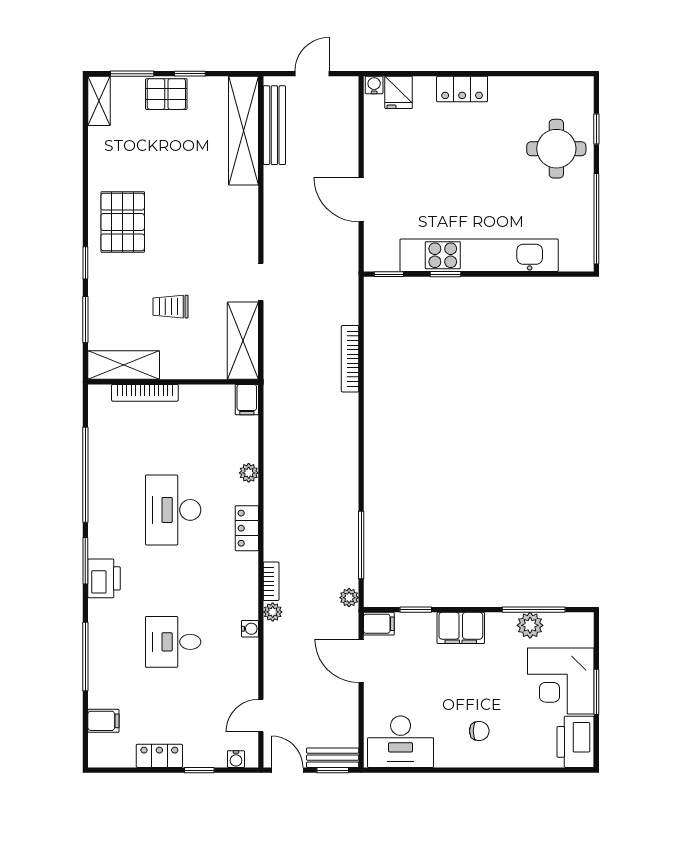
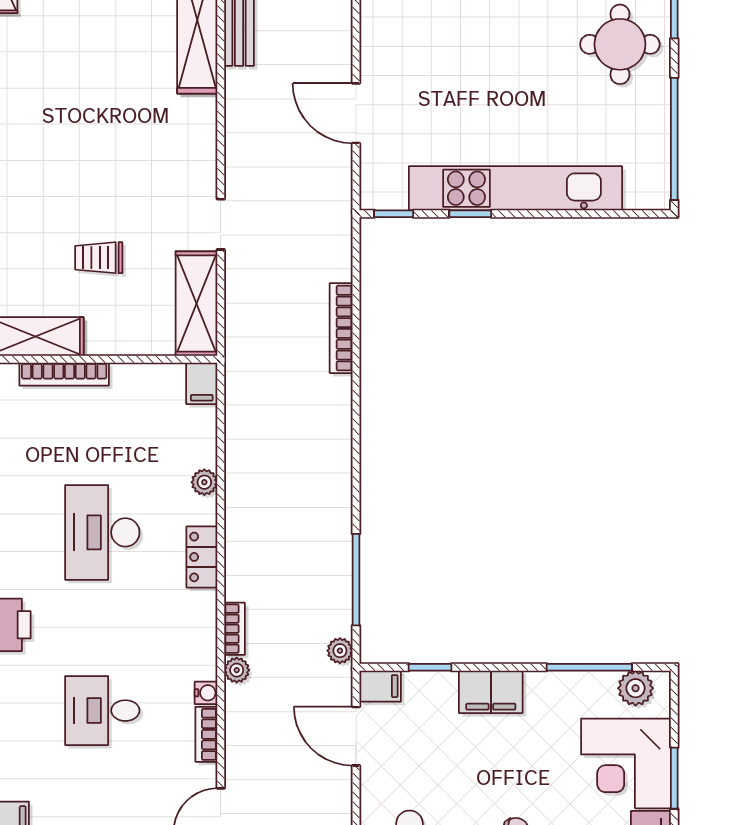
pallet: (123, 222) -> (34, 143), removed
plant: (530, 625) -> (636, 688), moved
bookcase: (250, 659) -> (206, 734), added

